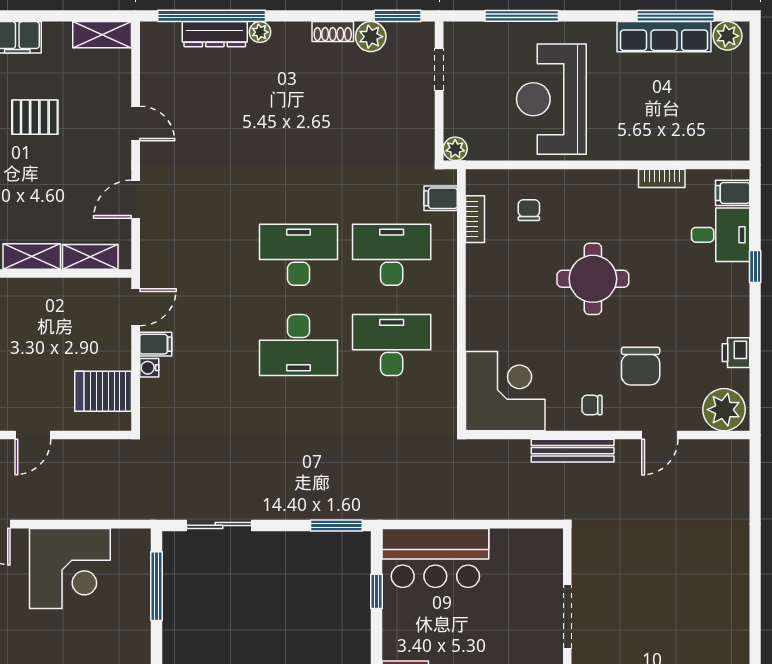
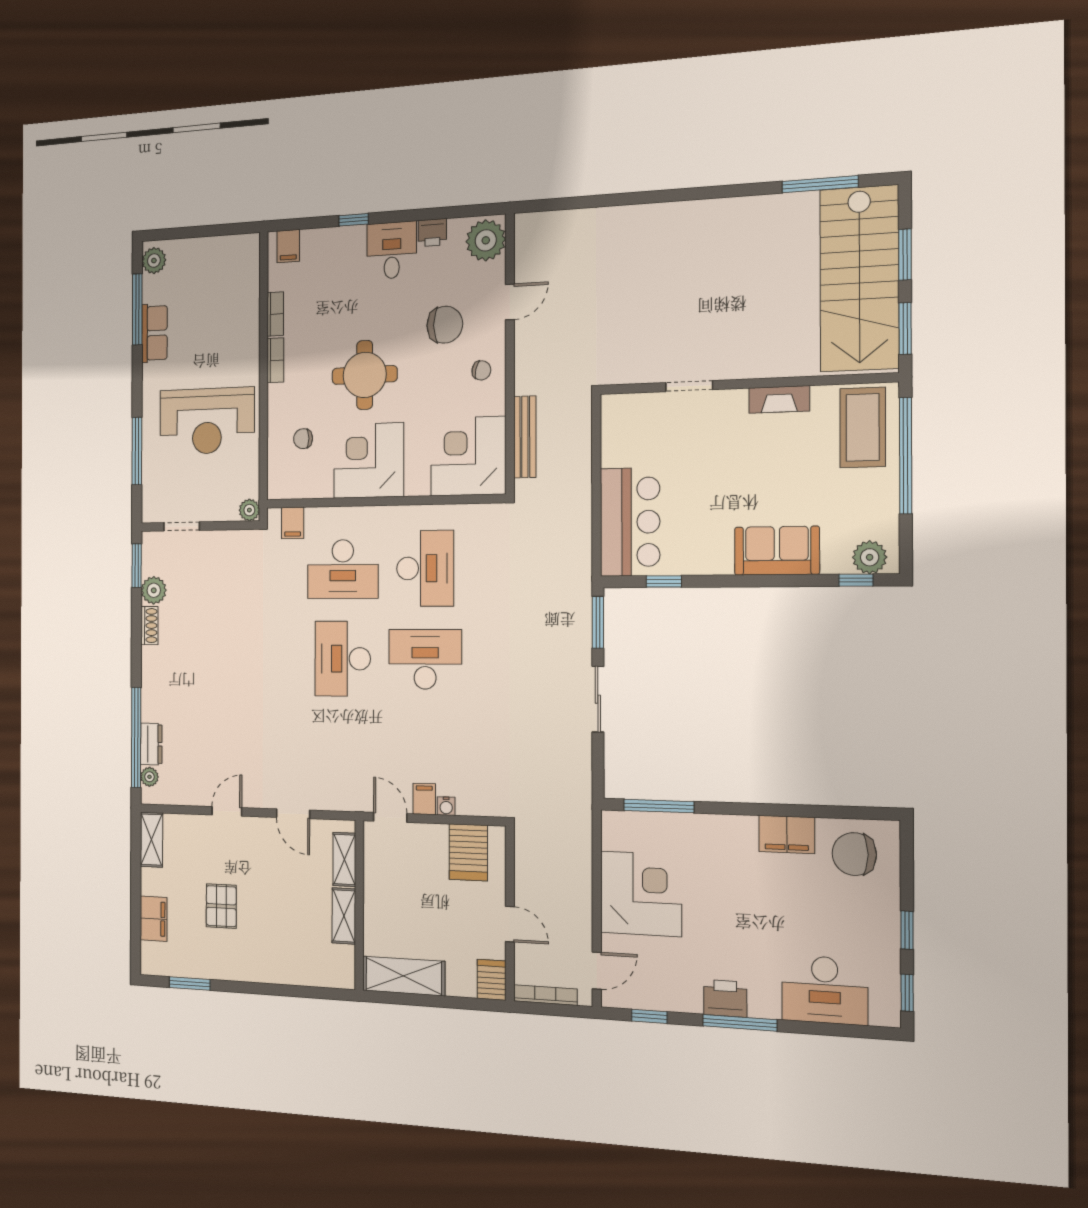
plant: (260, 32) -> (149, 777), moved
dresser: (215, 34) -> (151, 744), width x0.70
row of seats: (664, 37) -> (154, 333), width x0.68
bookcase: (475, 219) -> (275, 360), moved, turned 90
desk: (721, 235) -> (392, 250), moved
desk: (392, 255) -> (343, 569), turned -90
corner desk: (504, 283) -> (369, 460), added
desk: (298, 345) -> (425, 659), turned -90
desk: (392, 345) -> (425, 568), turned 180
chair: (592, 405) -> (481, 370), turned -77
door: (660, 435) -> (510, 302), hinge flipped
bench: (573, 451) -> (525, 437), moved
sliding door: (219, 525) -> (598, 699), moved
doorway: (567, 617) -> (689, 386), width x0.73

